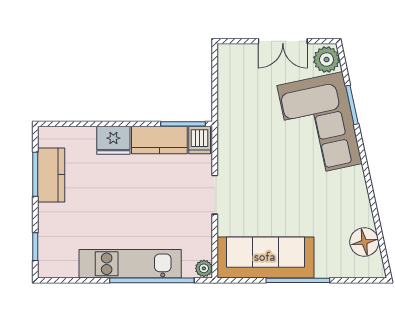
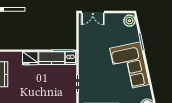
double door: (283, 41) -> (93, 12), moved
corner sofa: (320, 125) -> (130, 66), moved

